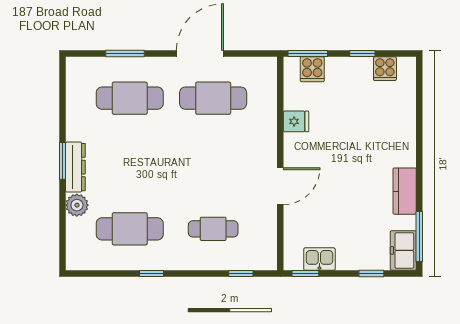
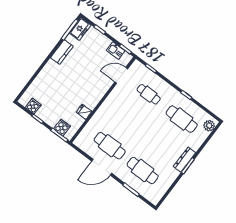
door: (280, 186) -> (121, 75), moved
plant: (77, 205) -> (209, 126), moved

